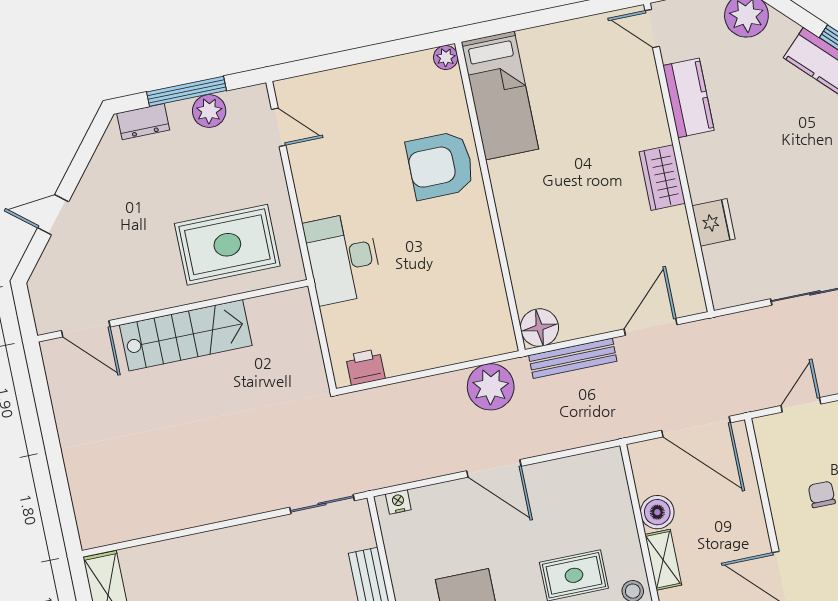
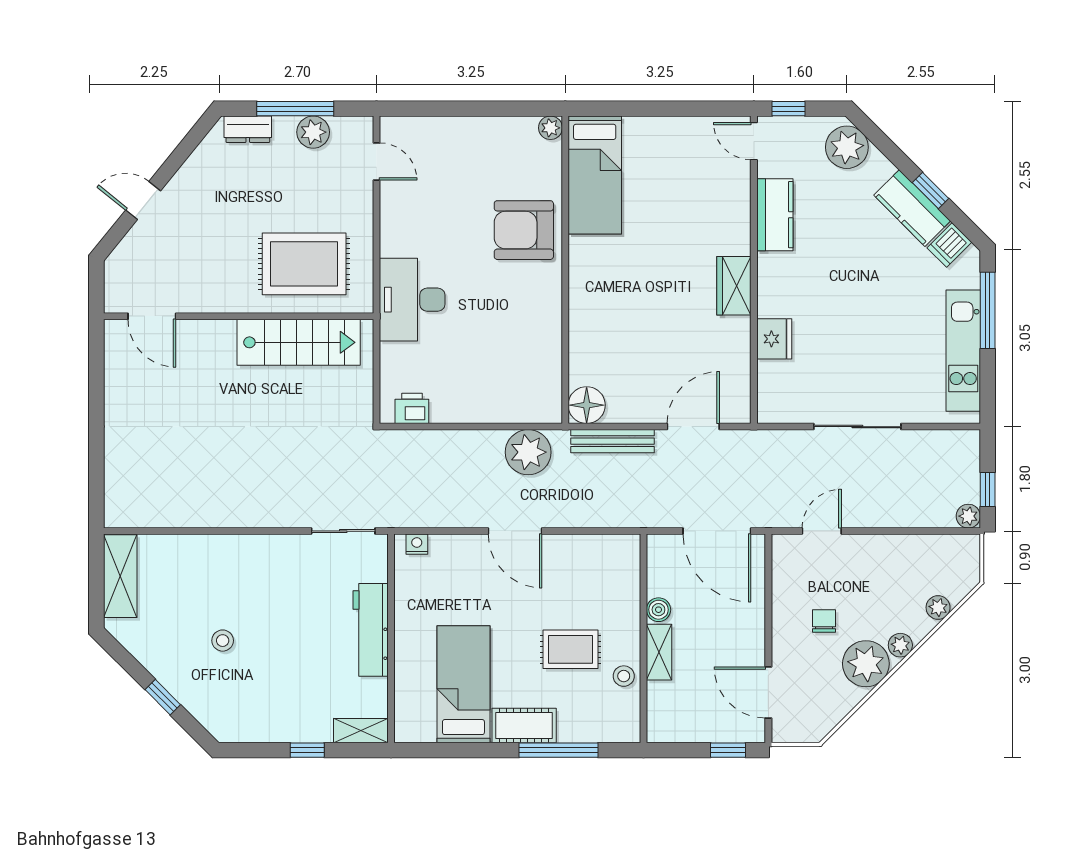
stairs: (186, 335) -> (299, 342), moved
boiler: (657, 512) -> (658, 610), width x0.73, depth x0.73

